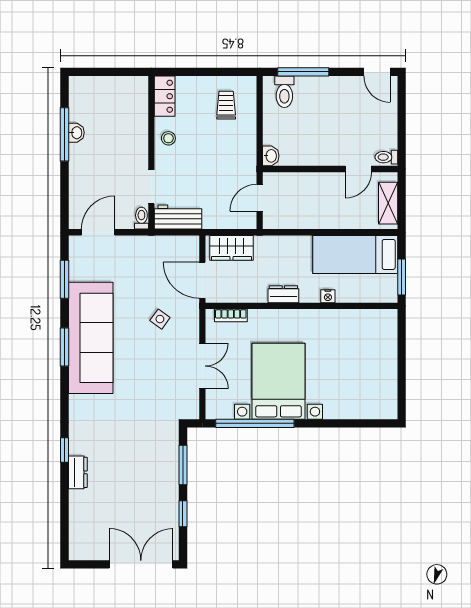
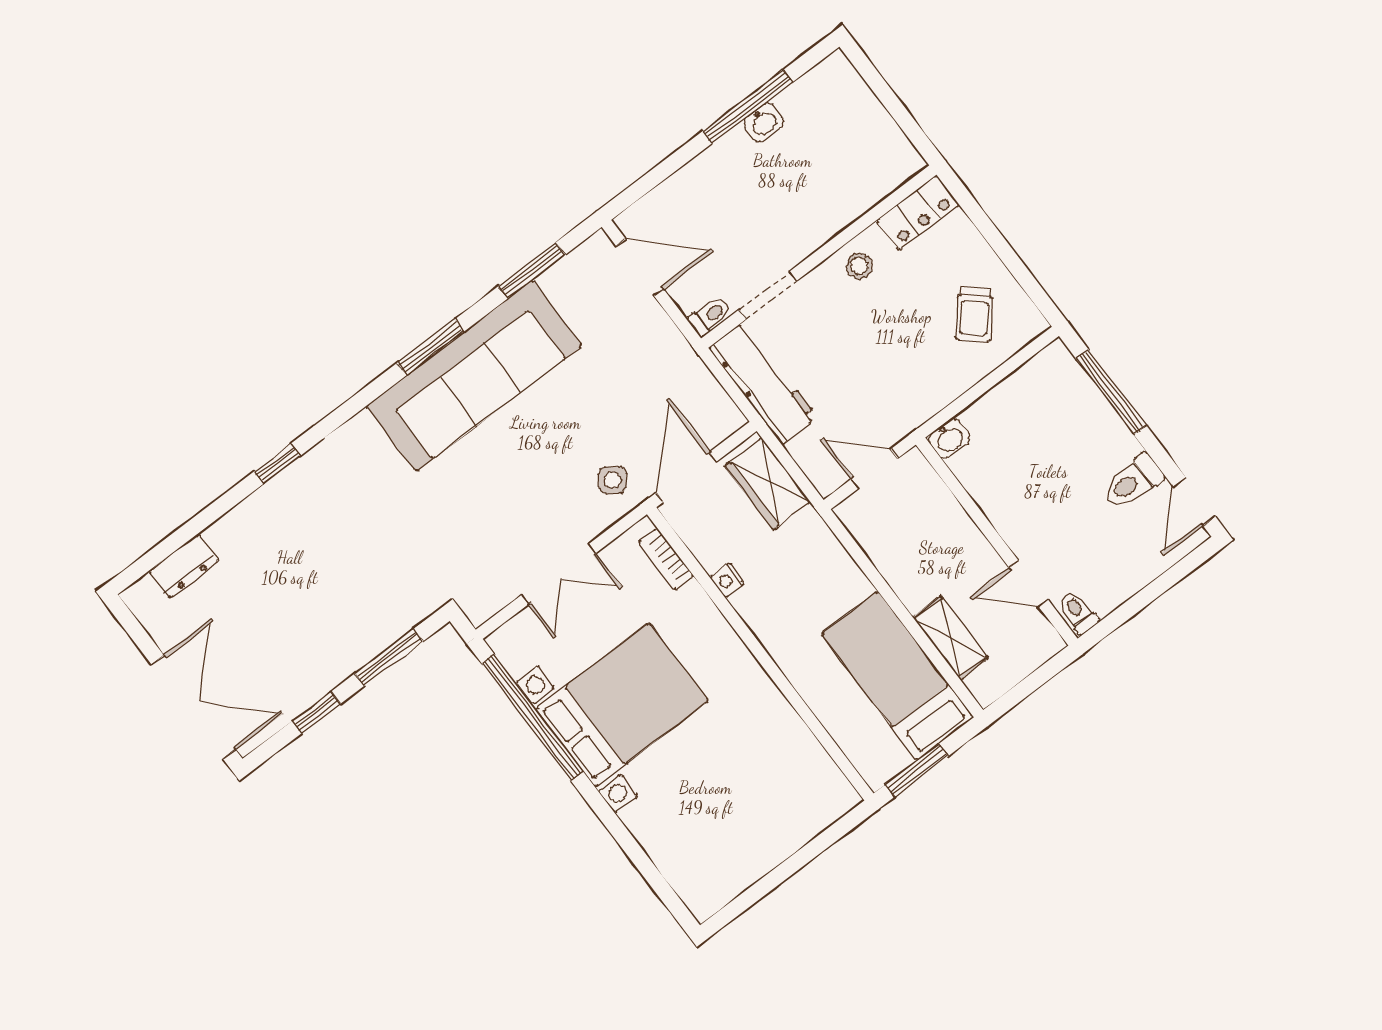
toilet: (284, 92) -> (1133, 482), moved
trolley: (226, 105) -> (974, 314), turned 130
shelving: (388, 203) -> (950, 638), moved, turned 90
workbench: (178, 217) -> (763, 383), width x1.38
dresser: (283, 294) -> (757, 614), removed
nightstand: (328, 296) -> (727, 580), moved
side table: (160, 319) -> (612, 480), moved
dresser: (78, 472) -> (184, 566), moved

